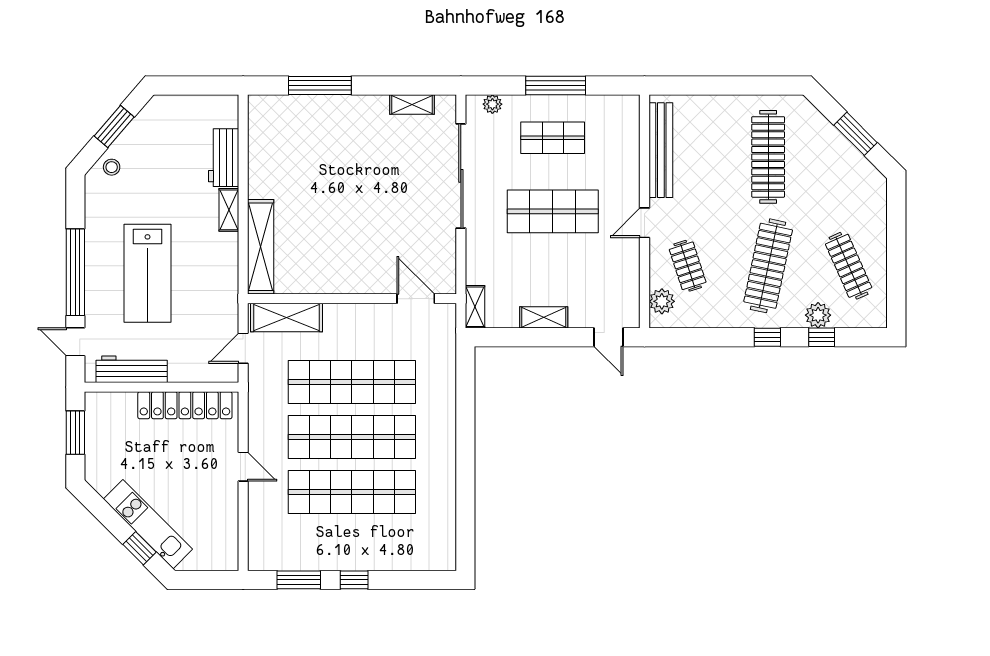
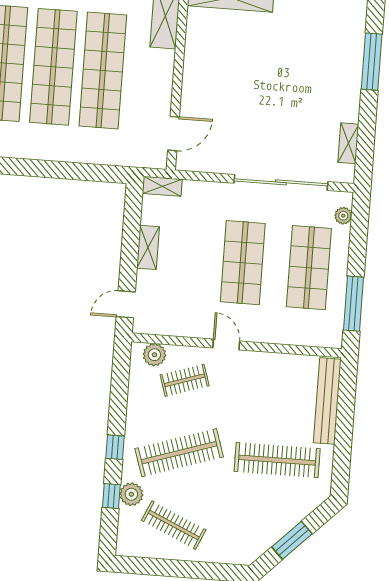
window: (556, 86) -> (353, 304), moved
shop shelf: (553, 138) -> (309, 268), width x1.43, depth x1.36
bench: (661, 150) -> (327, 401), moved, turned 90
clothes rail: (768, 266) -> (179, 453), turned -30
clothes rail: (849, 266) -> (174, 525), turned 48

